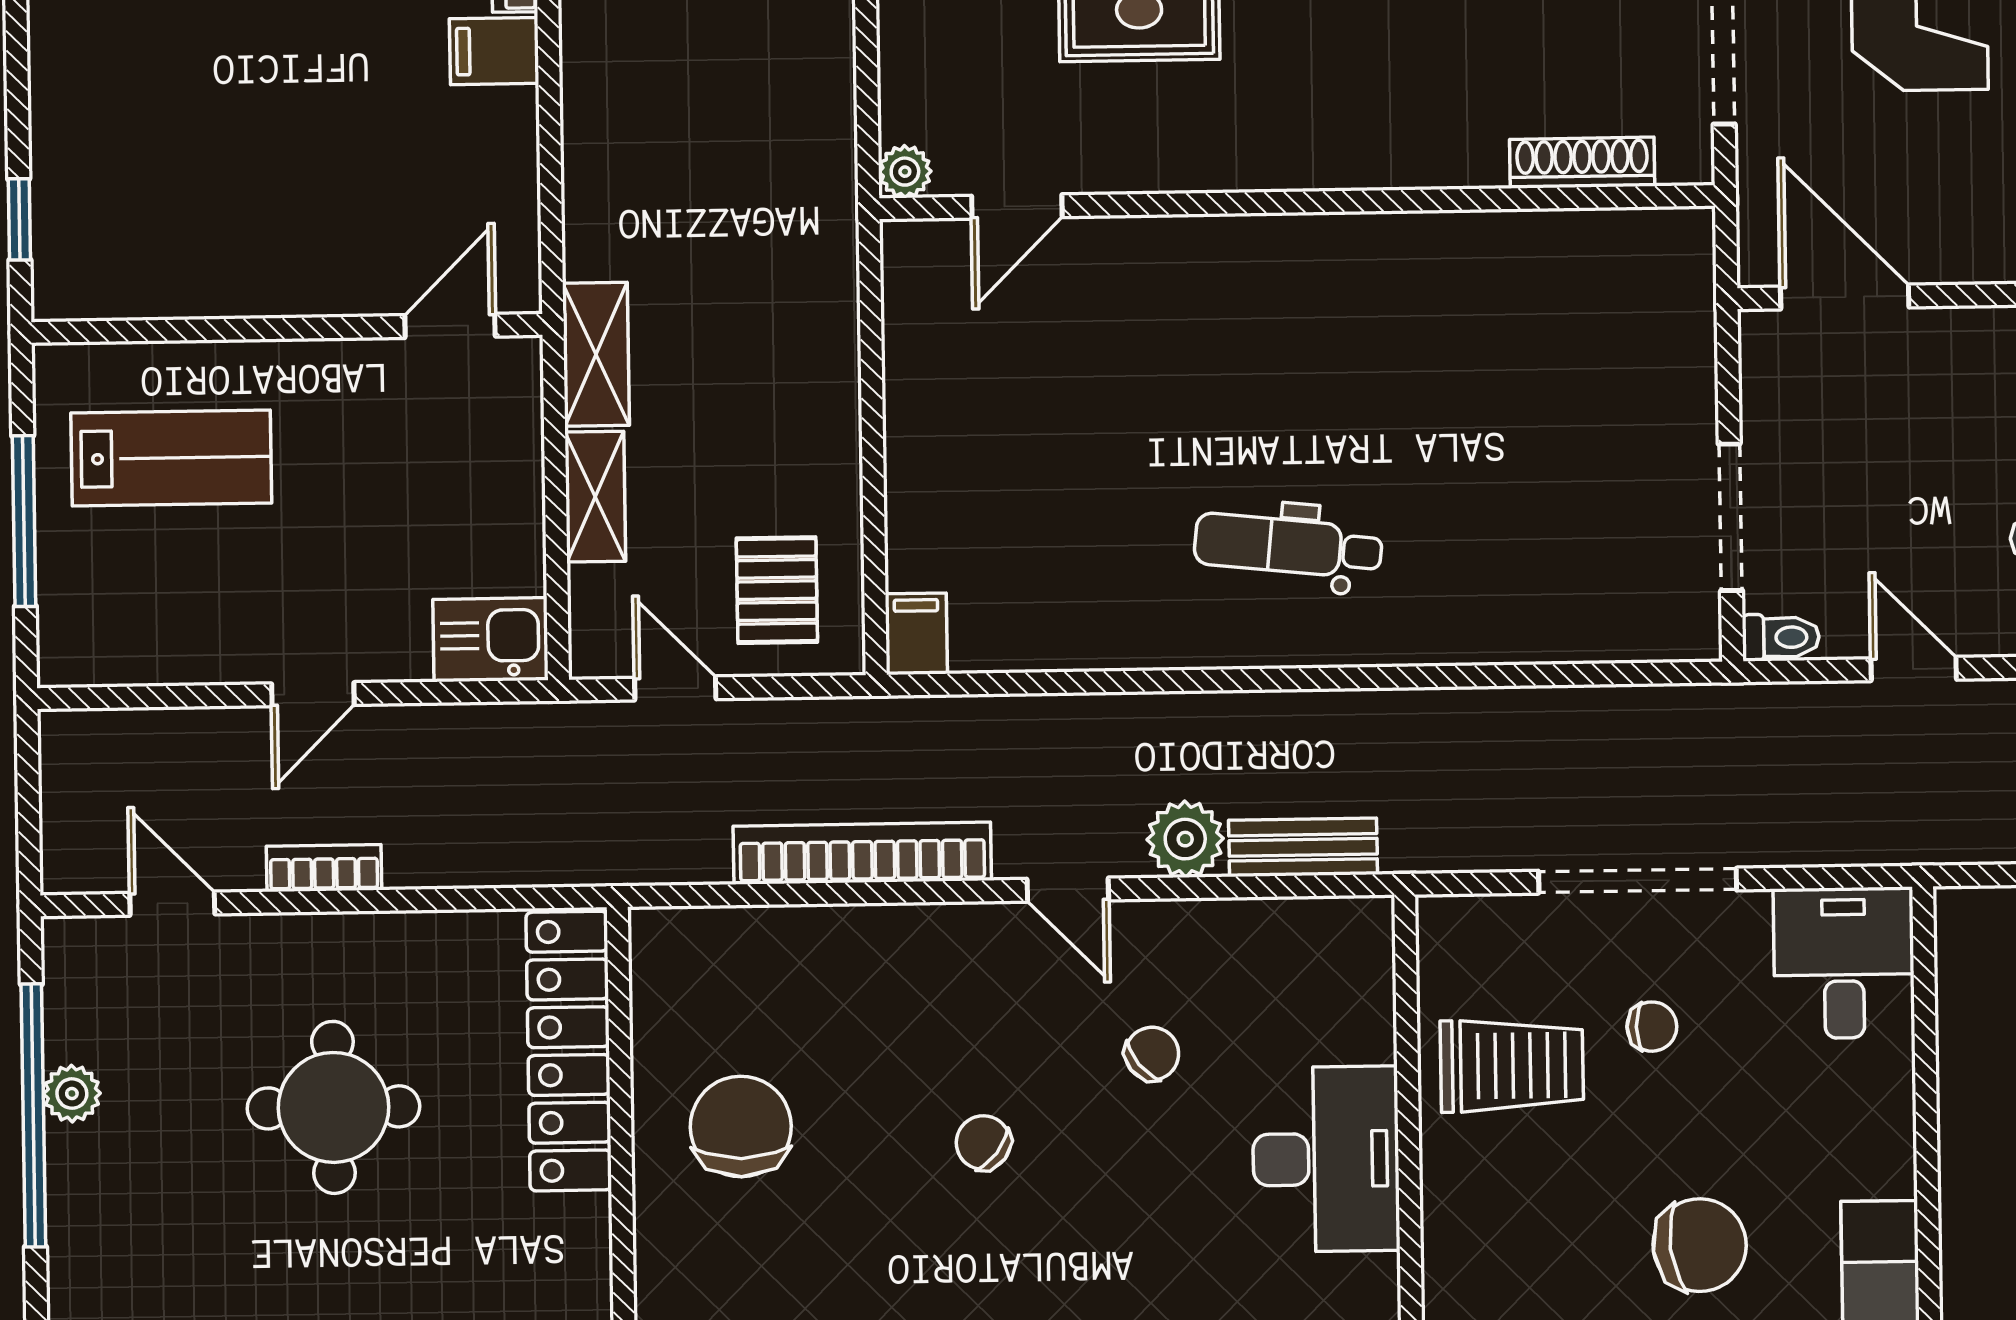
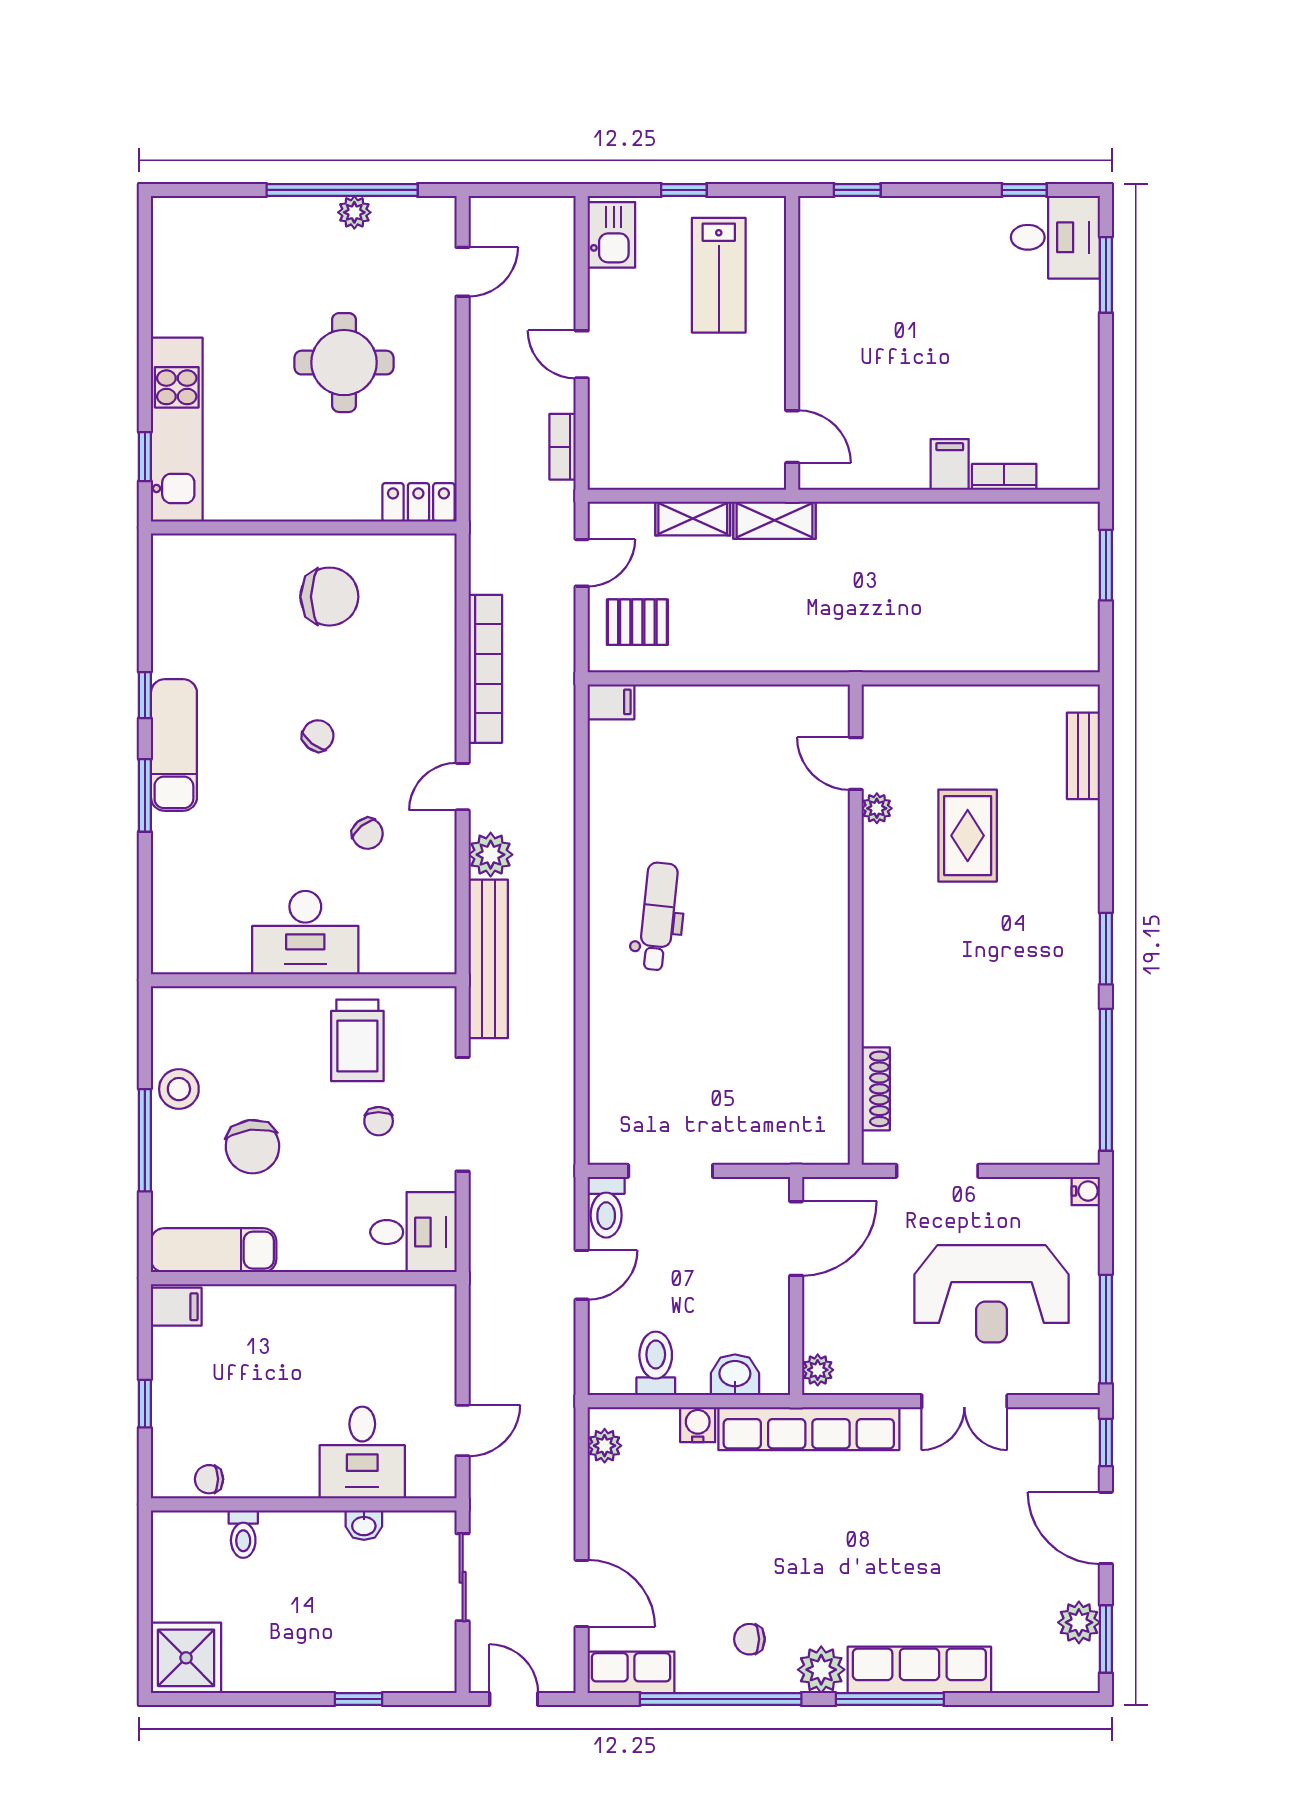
plant: (905, 172) -> (877, 808), moved
window: (24, 521) -> (684, 190), width x0.46
toilet: (1781, 637) -> (606, 1207), width x1.37, depth x1.39
kitchen sink: (490, 640) -> (611, 235), moved
bench: (1303, 847) -> (488, 959), width x1.86, depth x1.21
bookcase: (324, 868) -> (563, 447), moved, turned 180
locker: (569, 1051) -> (418, 502), width x0.46, depth x0.83

